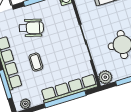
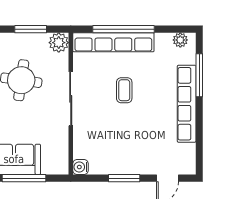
wheelchair: (31, 28) -> (140, 142), removed
coffee table: (36, 62) -> (124, 90), moved

